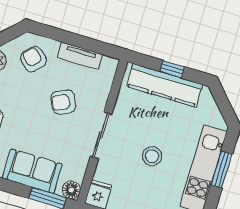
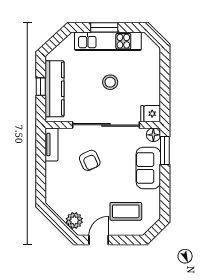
tv unit: (80, 56) -> (52, 144), moved
armchair: (33, 59) -> (65, 192), removed
sliding door: (101, 135) -> (106, 125), width x1.86

